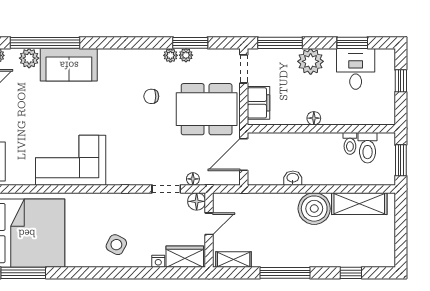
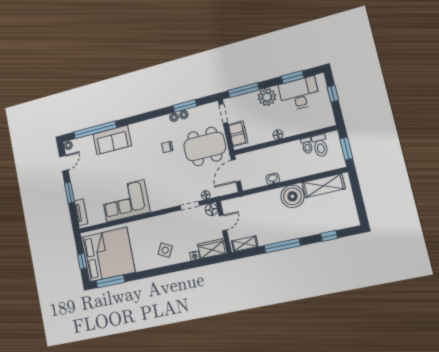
plant: (29, 58) -> (87, 142), removed
desk: (356, 69) -> (299, 94), width x1.37

